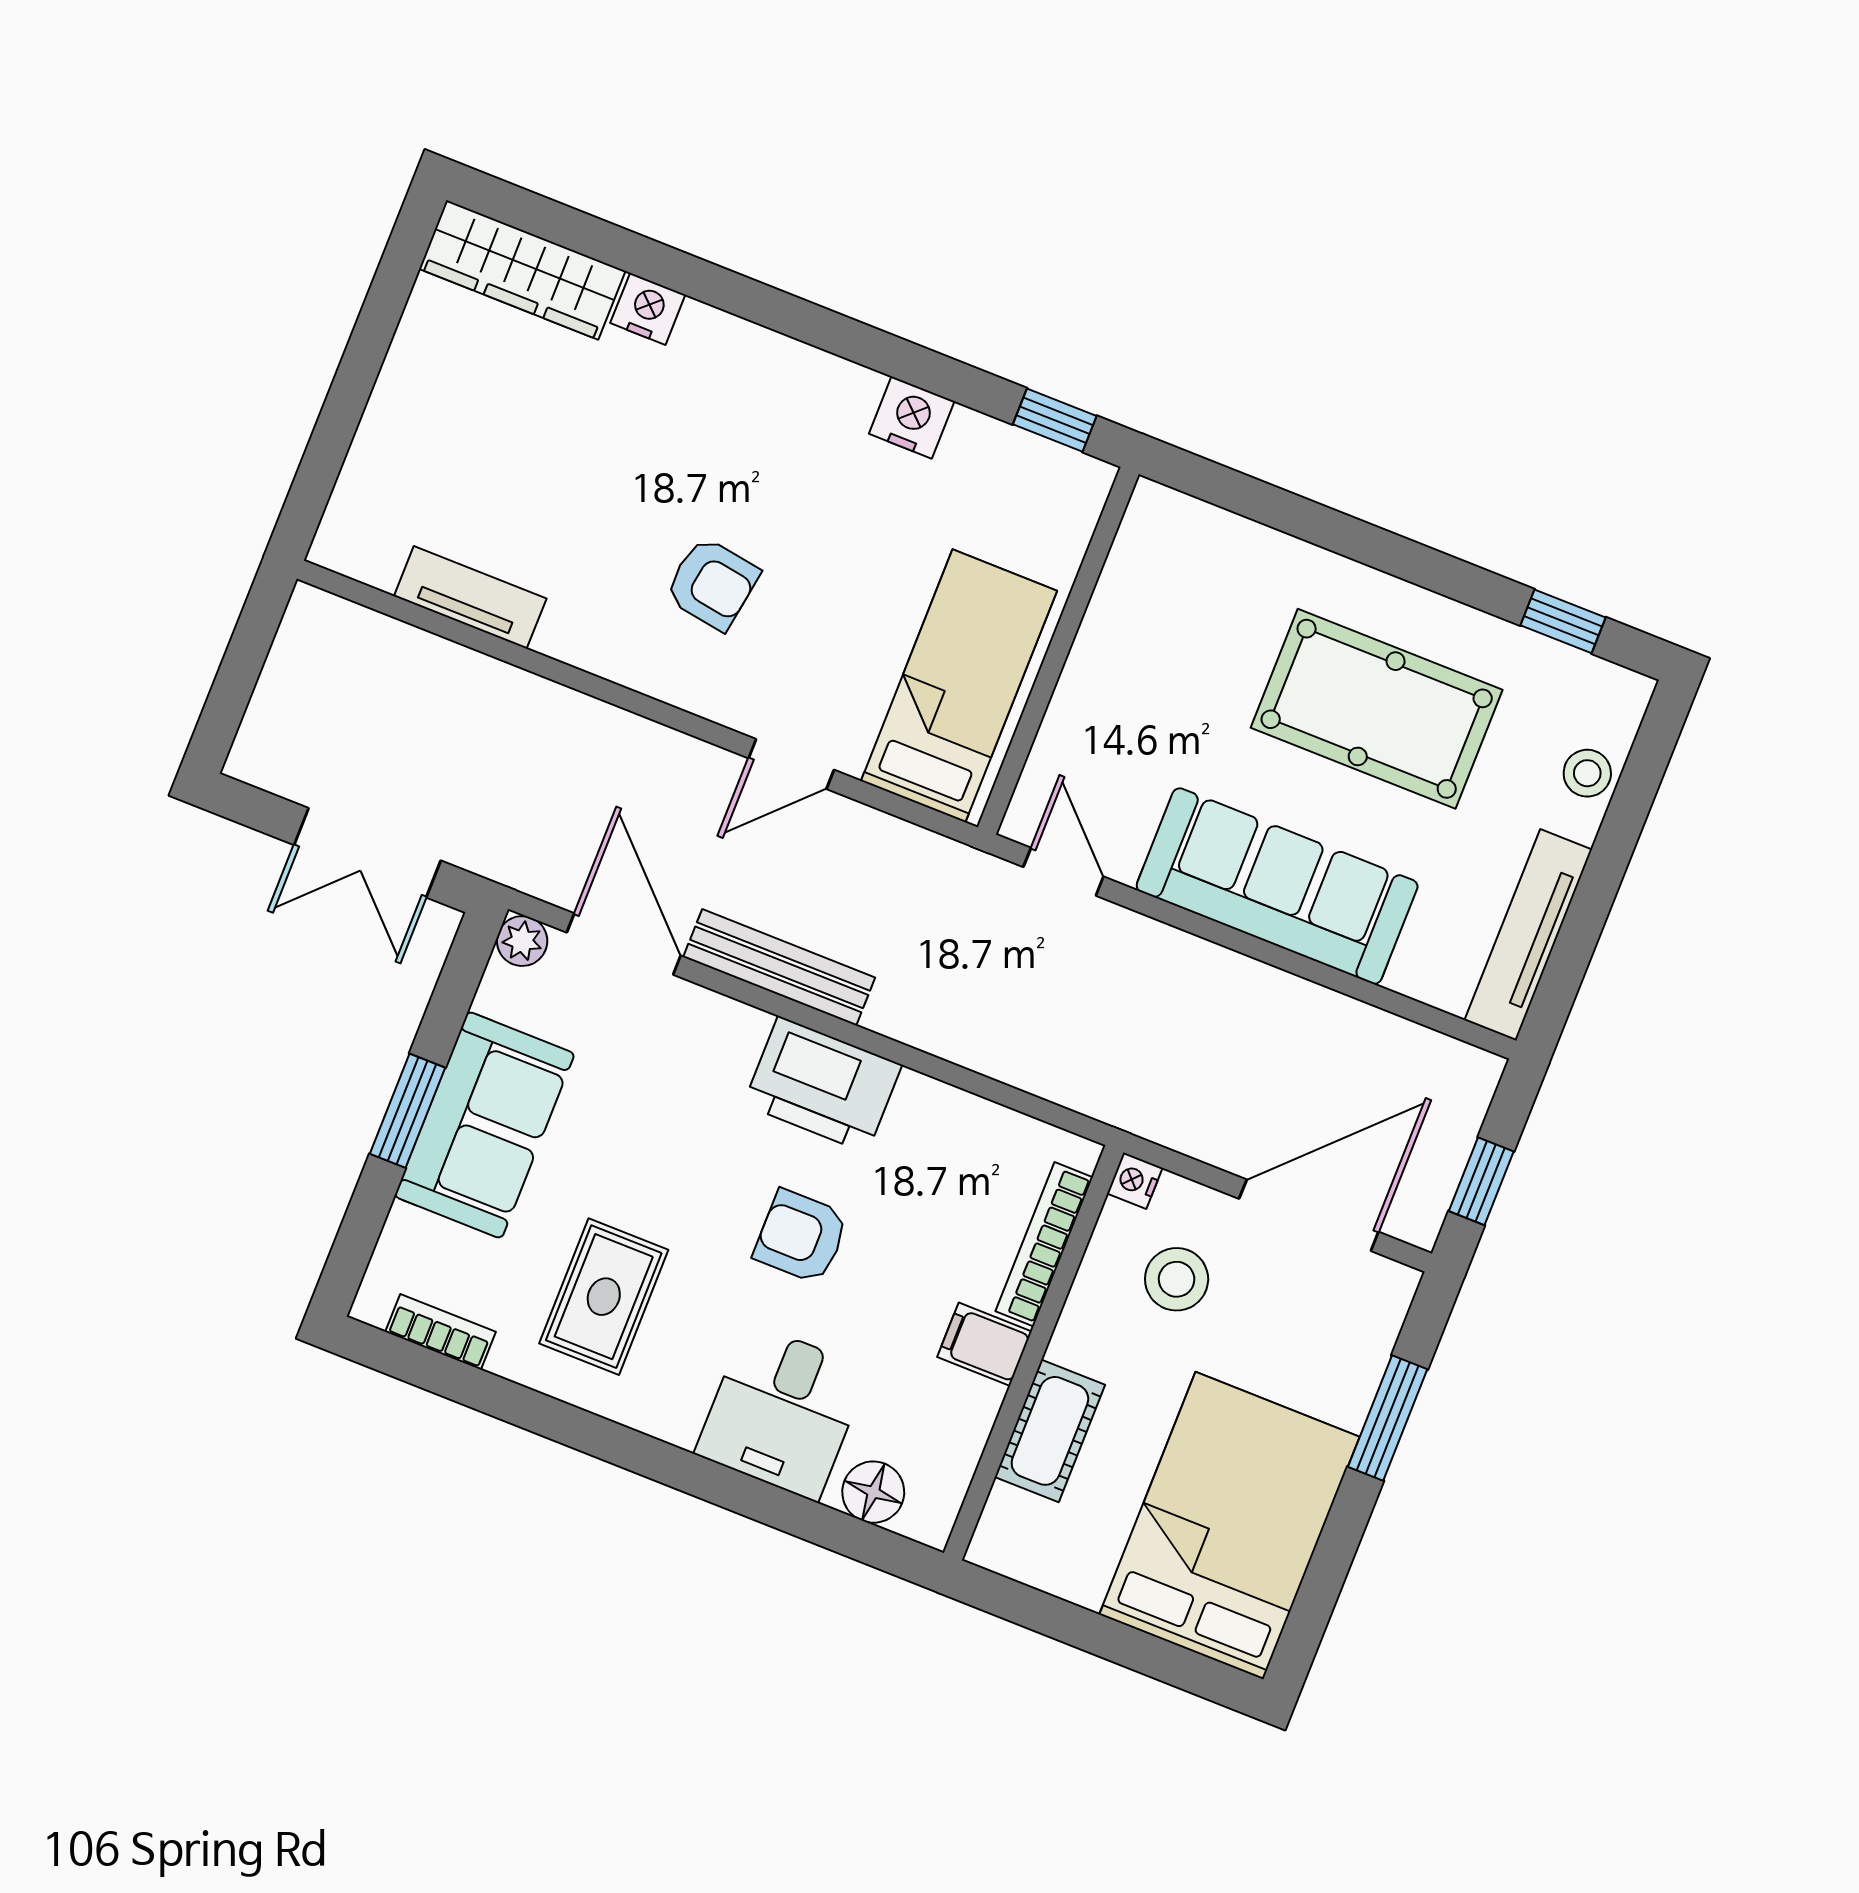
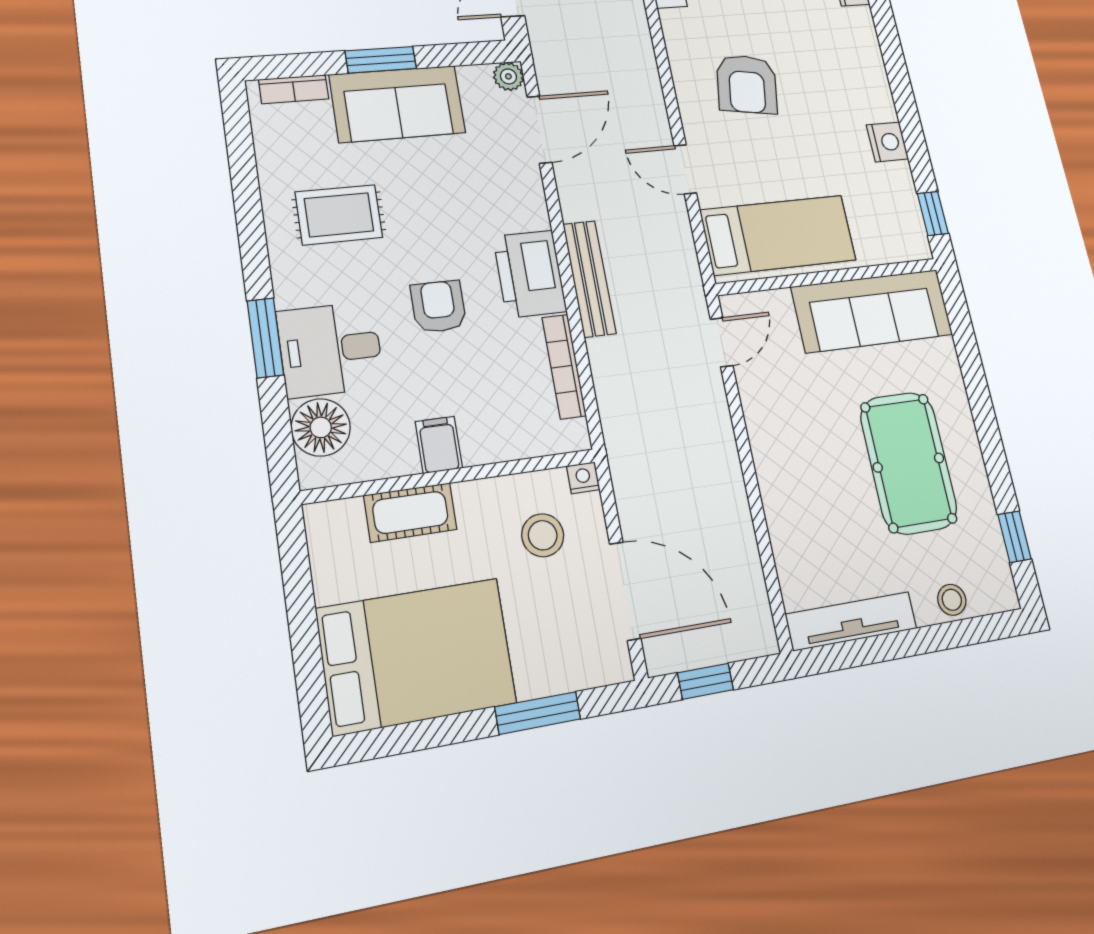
armchair: (712, 584) -> (747, 84), width x1.38, depth x1.38
sofa: (1277, 886) -> (872, 311), moved, turned 90
bench: (779, 967) -> (589, 279), moved
bookcase: (1044, 1244) -> (564, 366), moved, turned -90
bookcase: (441, 1332) -> (294, 89), moved, turned 90
window: (721, 1486) -> (265, 338), added
floor lamp: (873, 1492) -> (321, 427), width x1.38, depth x1.38

